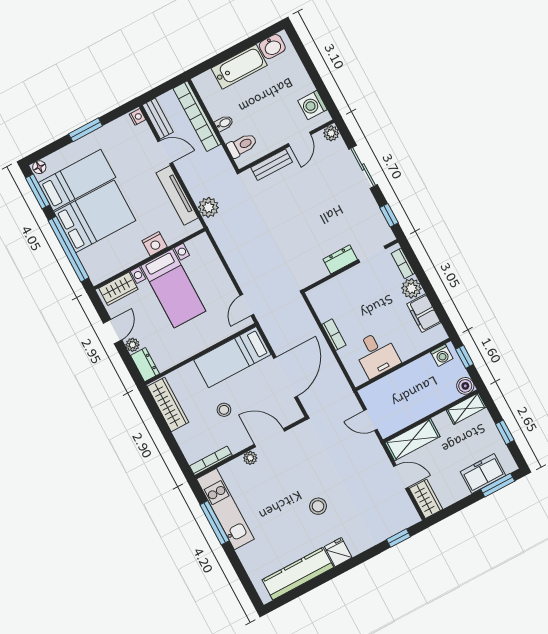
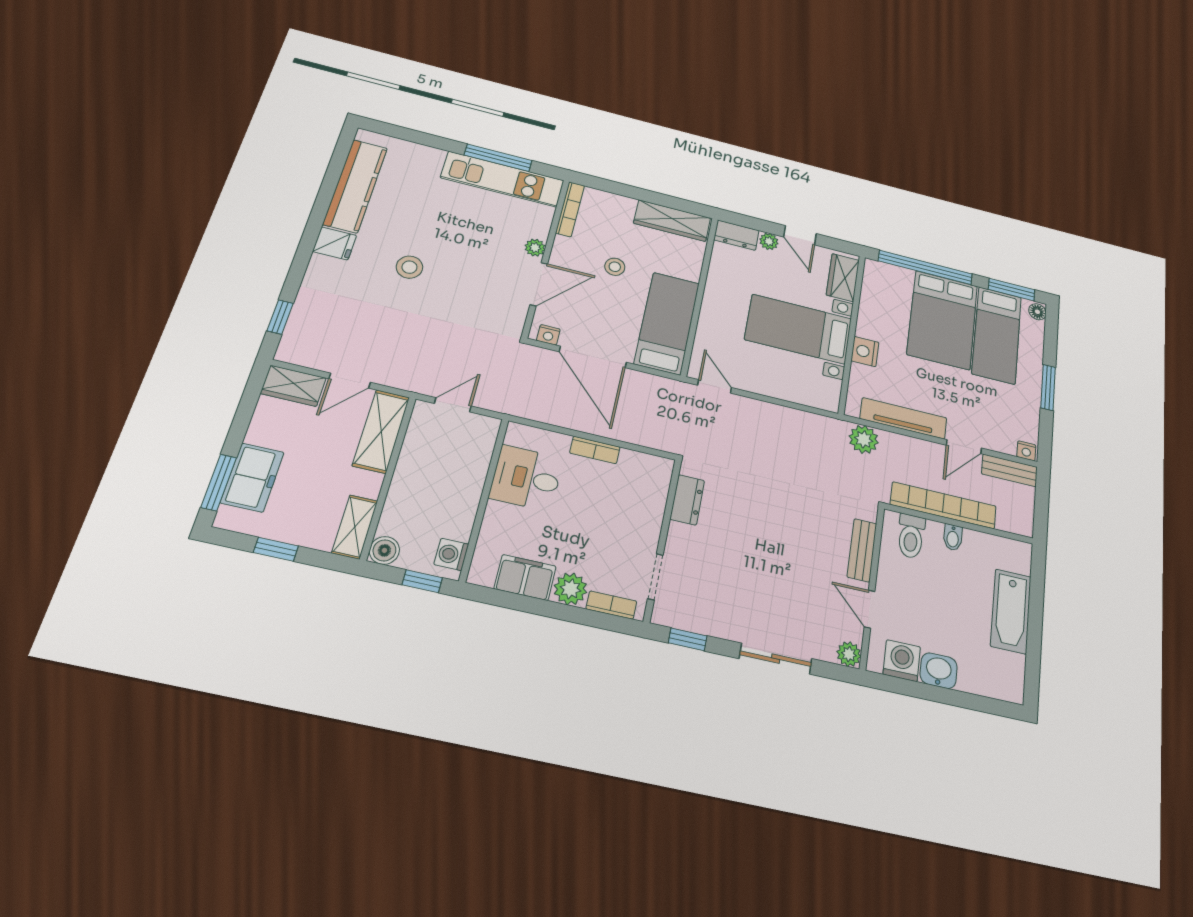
washbasin: (272, 47) -> (939, 671), moved, turned 90
bookcase: (197, 116) -> (943, 505), moved
dresser: (340, 259) -> (687, 500), moved
nightstand: (293, 409) -> (548, 335), added

